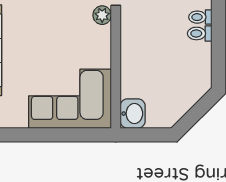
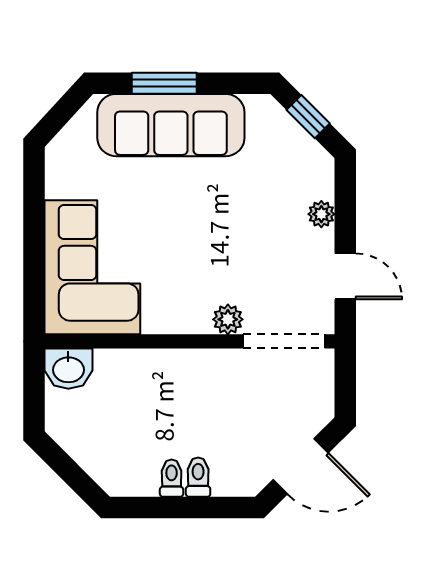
toilet: (200, 17) -> (172, 478), moved

